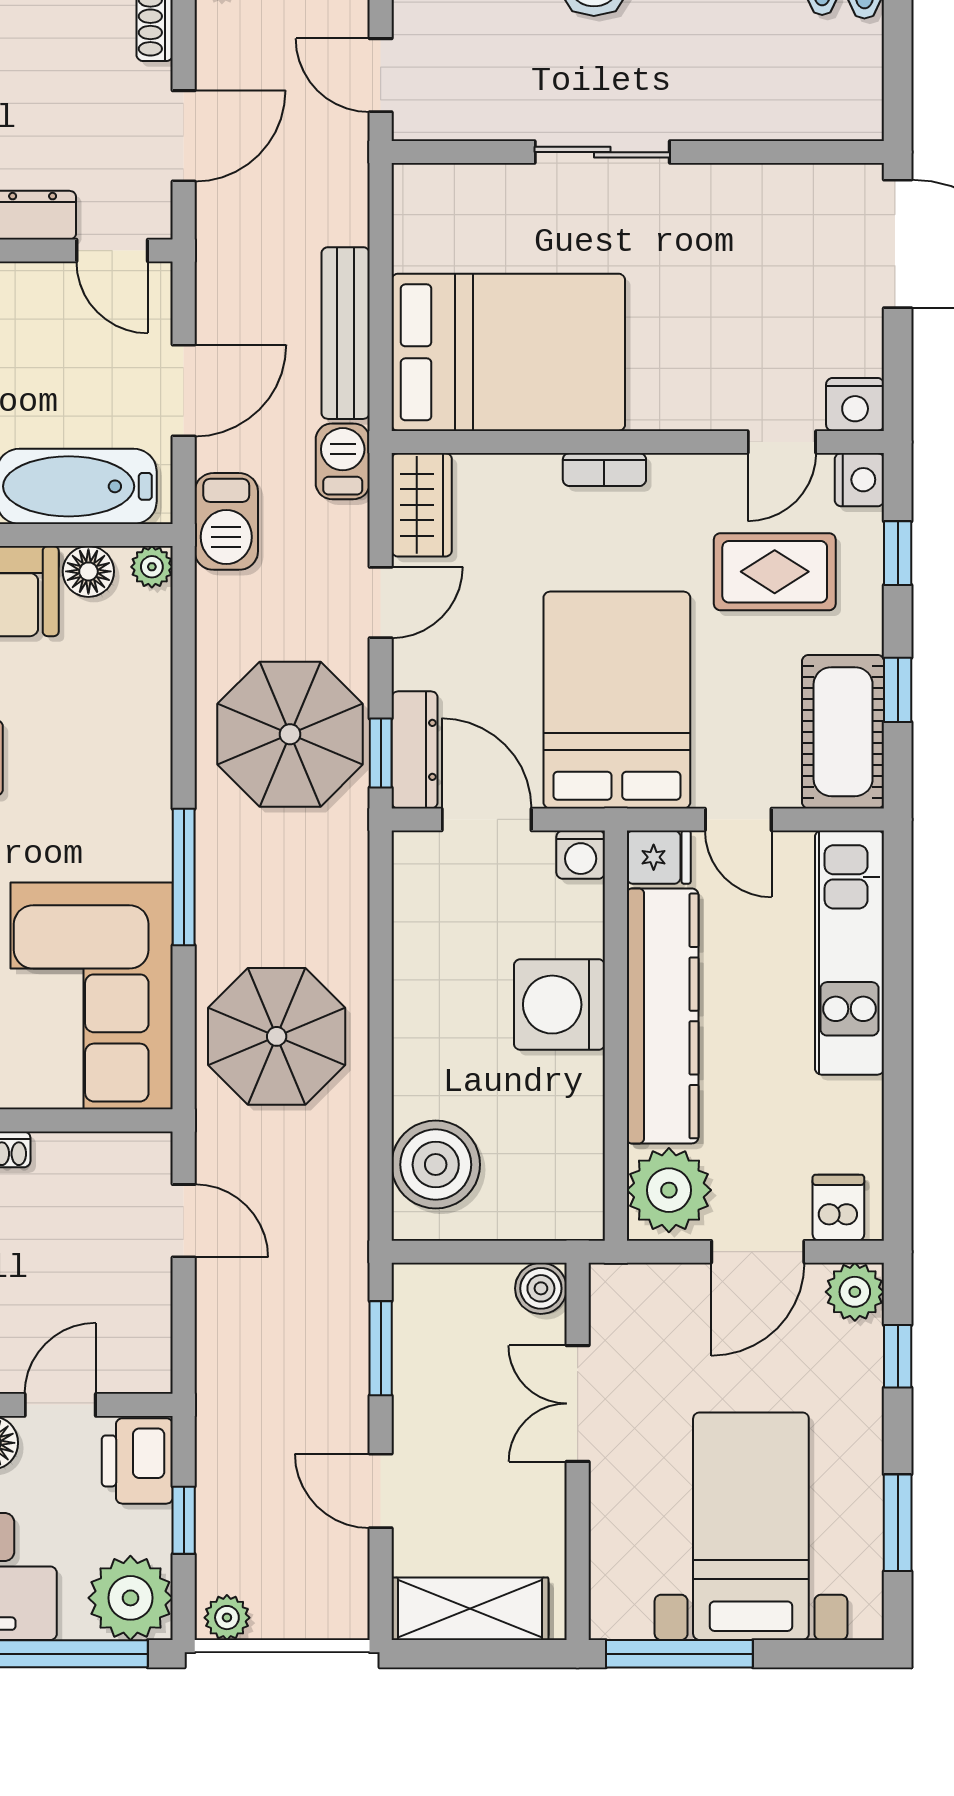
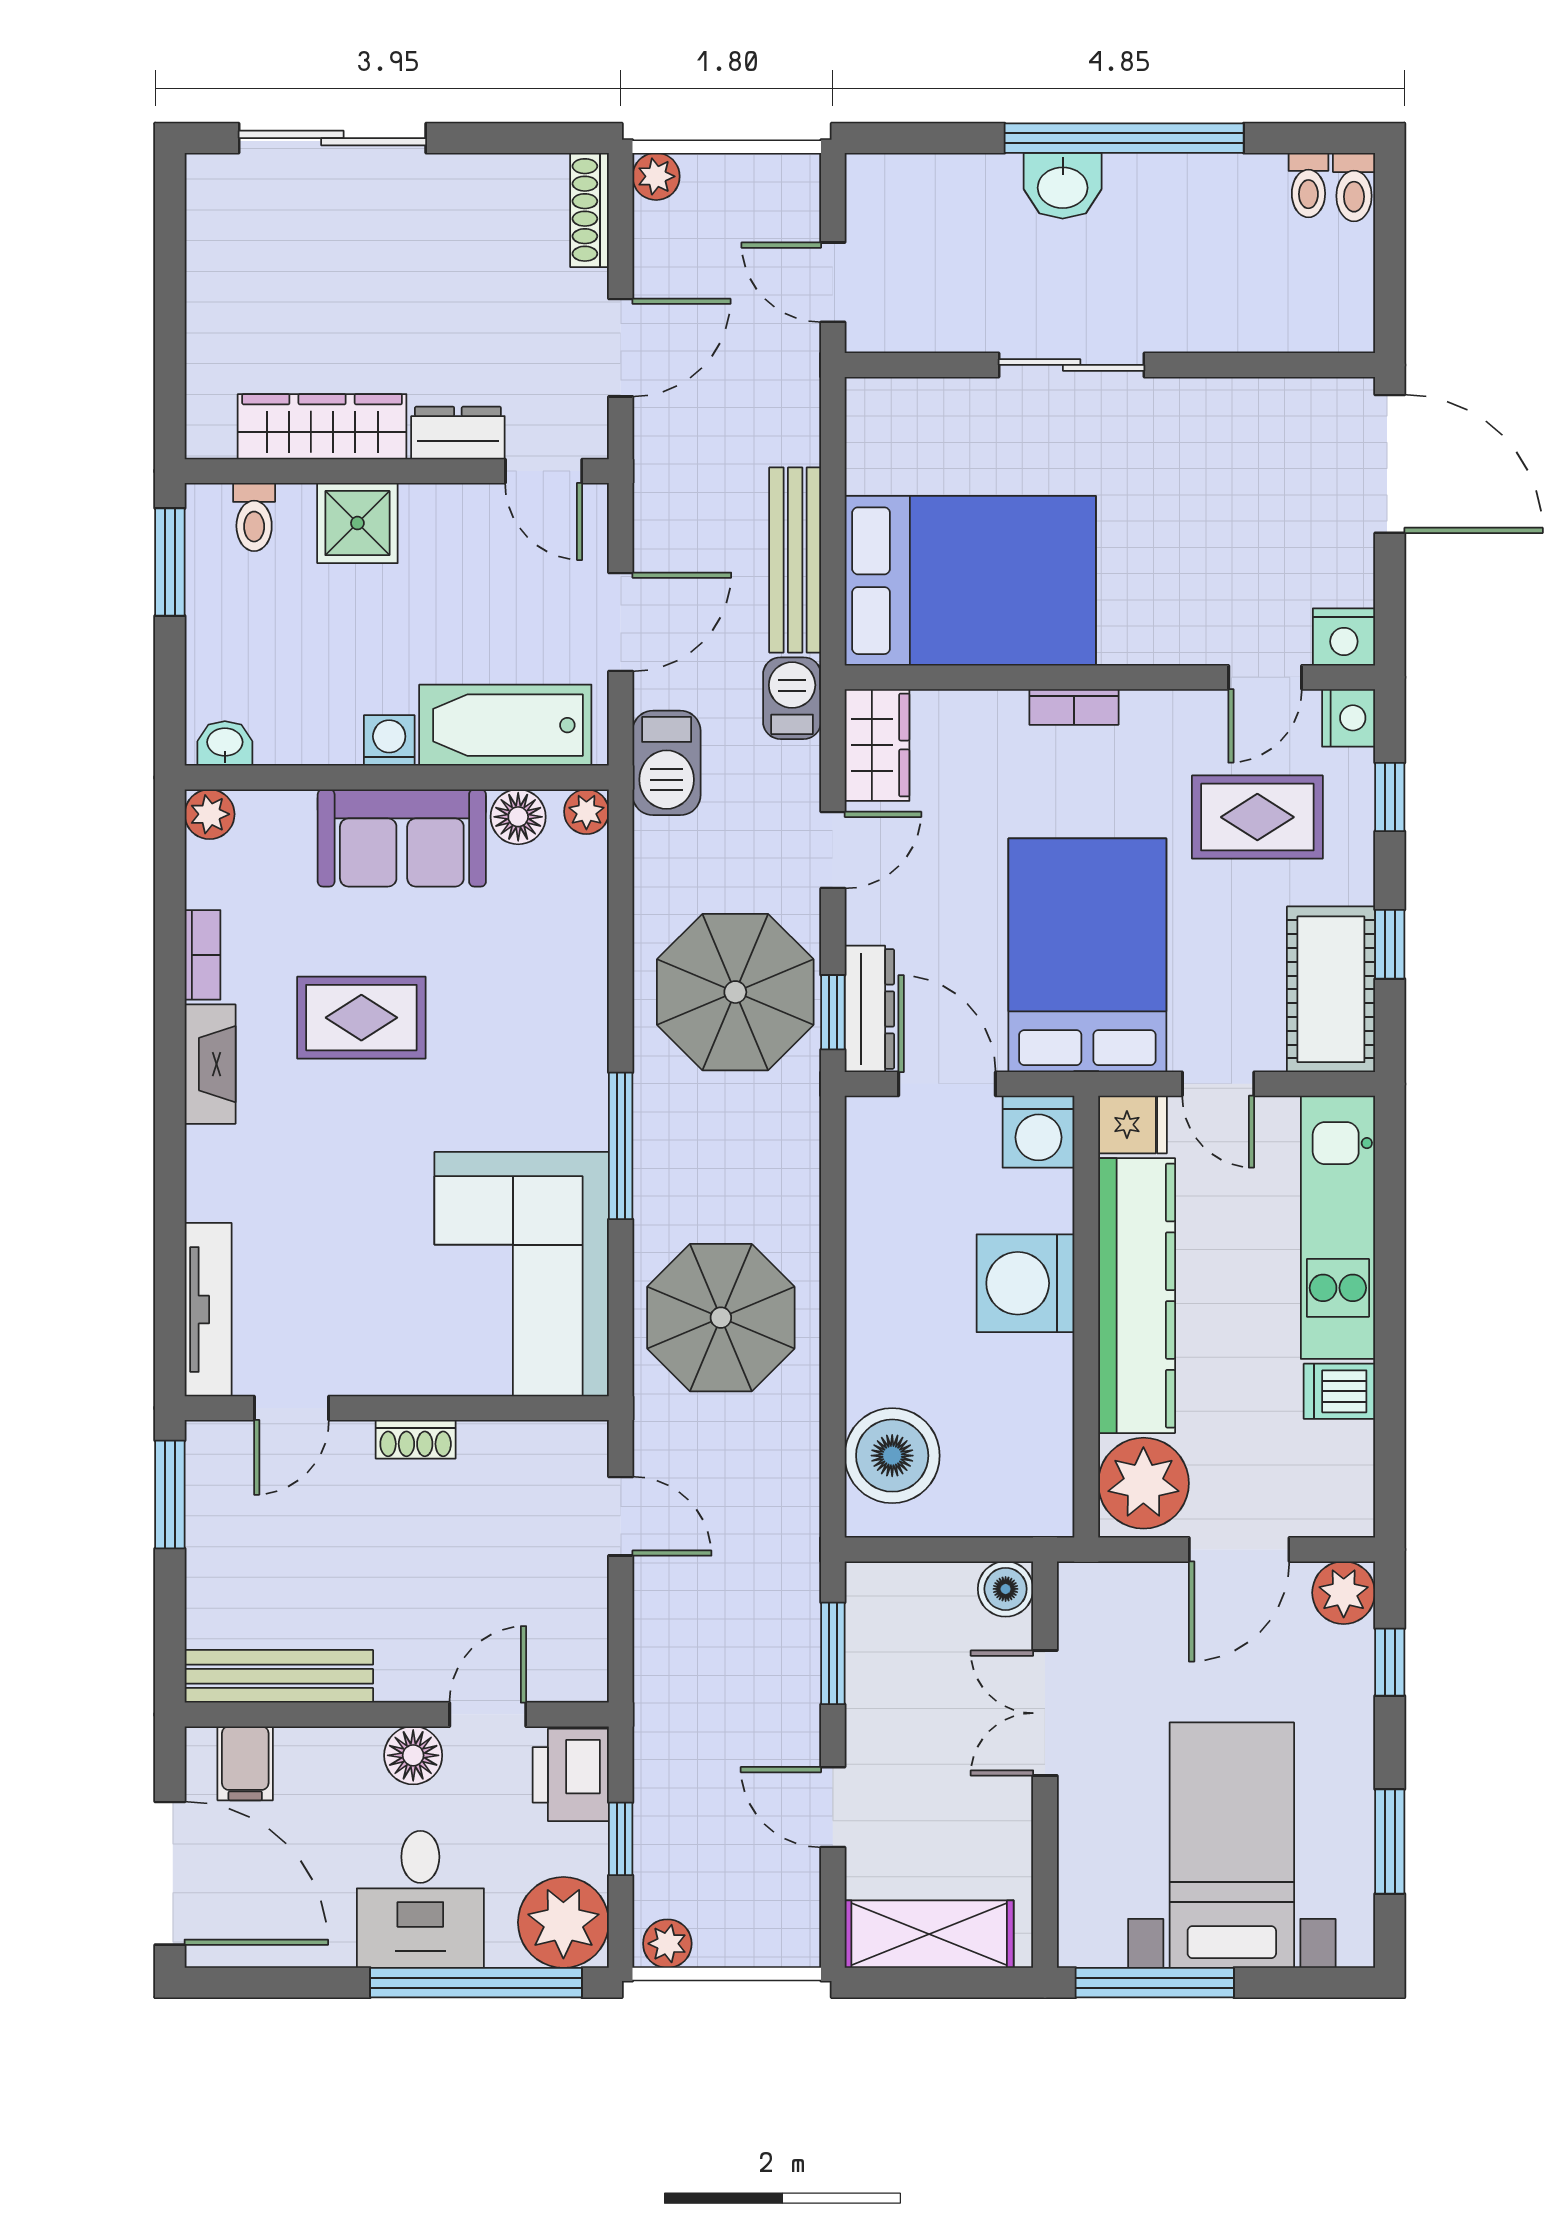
washing machine: (581, 855) -> (1039, 1132), width x1.38, depth x1.38
dishwasher: (838, 1208) -> (1339, 1391), moved, turned -90

